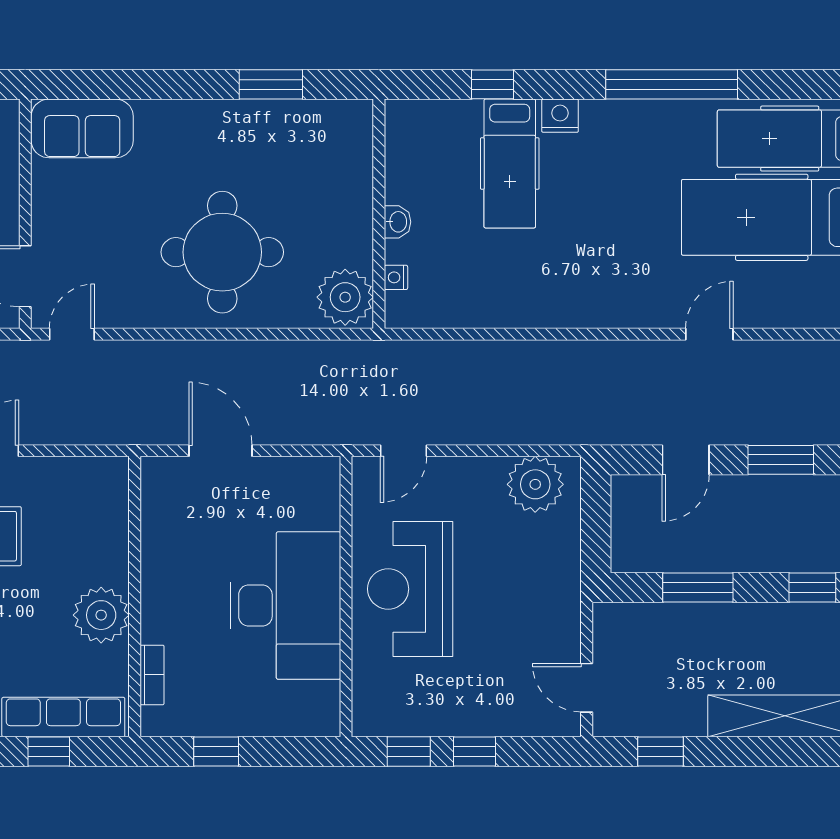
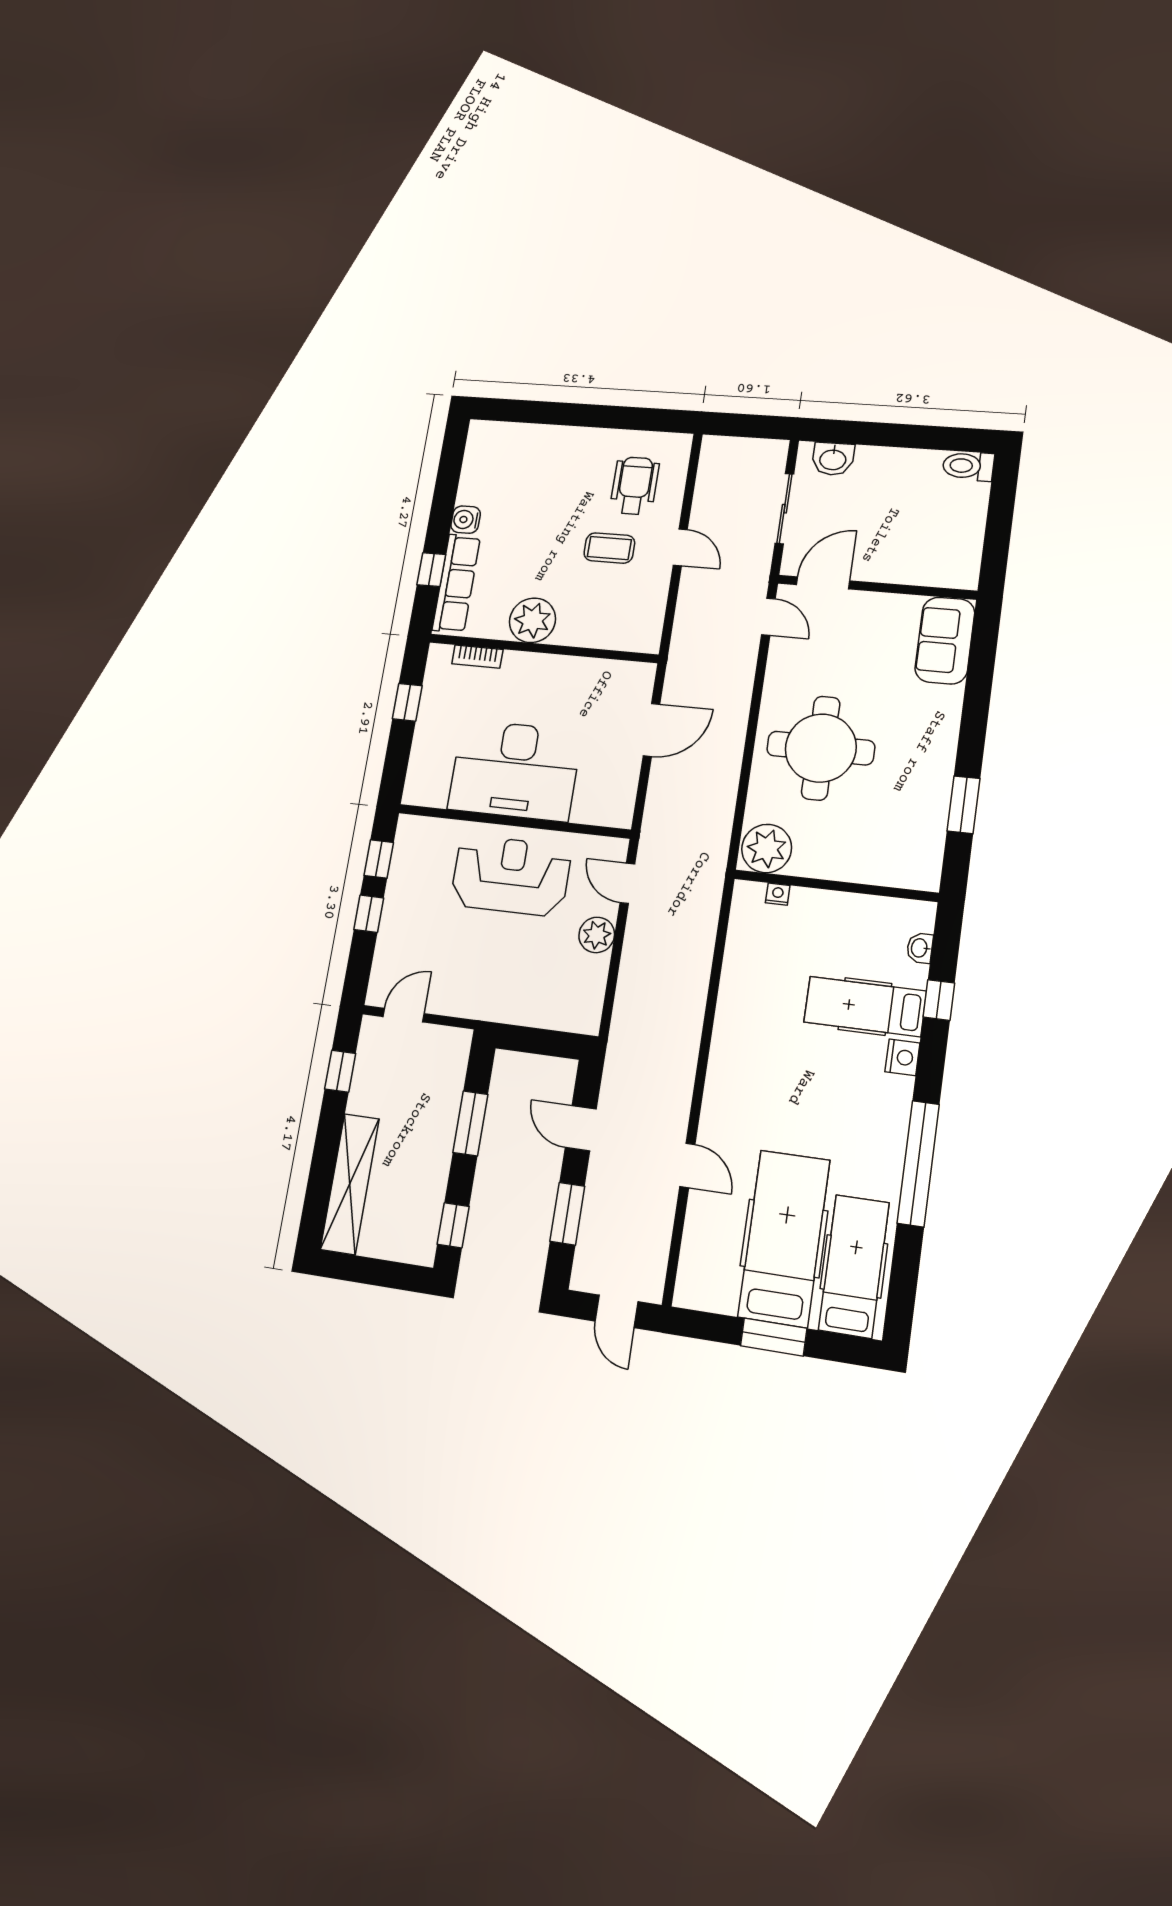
washbasin: (397, 222) -> (920, 948), moved, turned 90
plant: (535, 484) -> (597, 935), moved, width x0.73, depth x0.73

